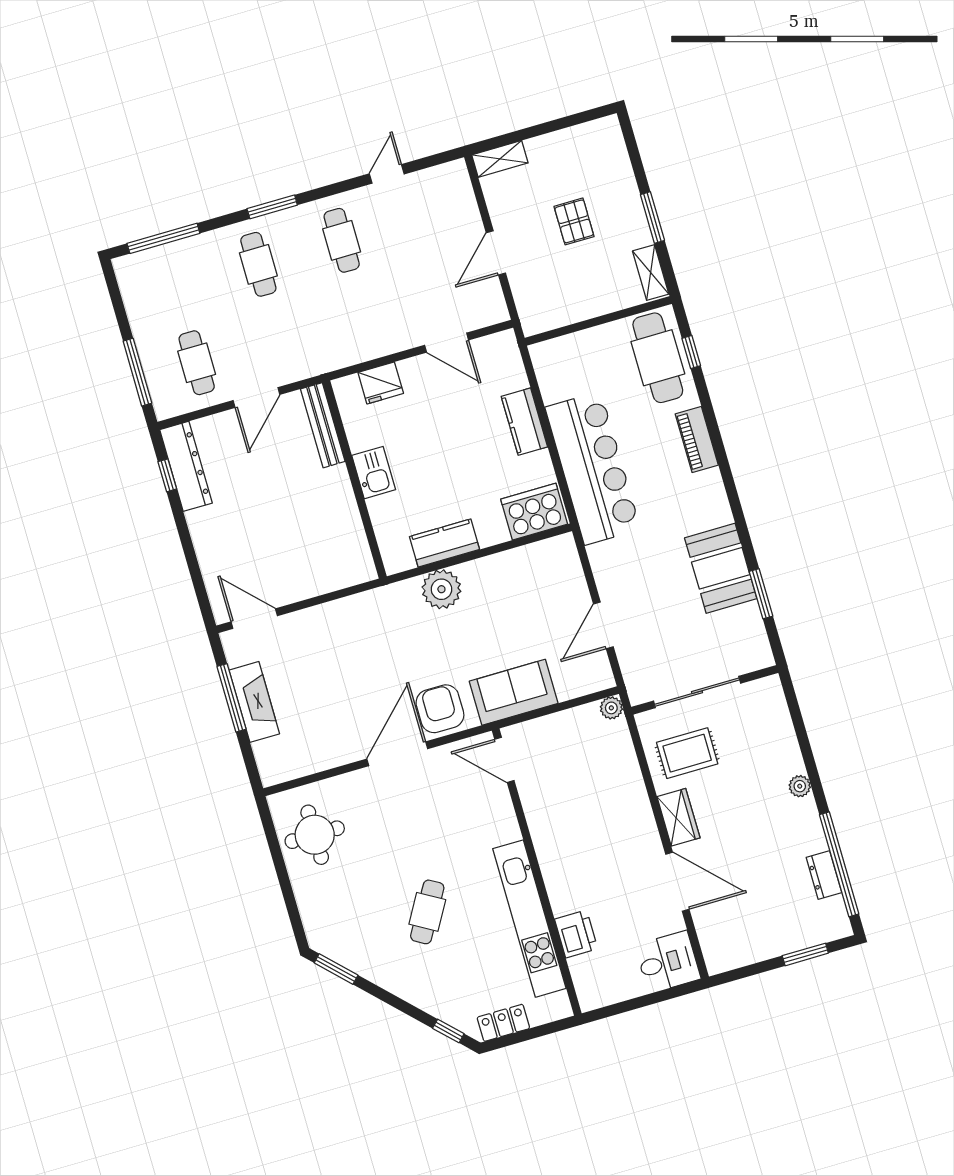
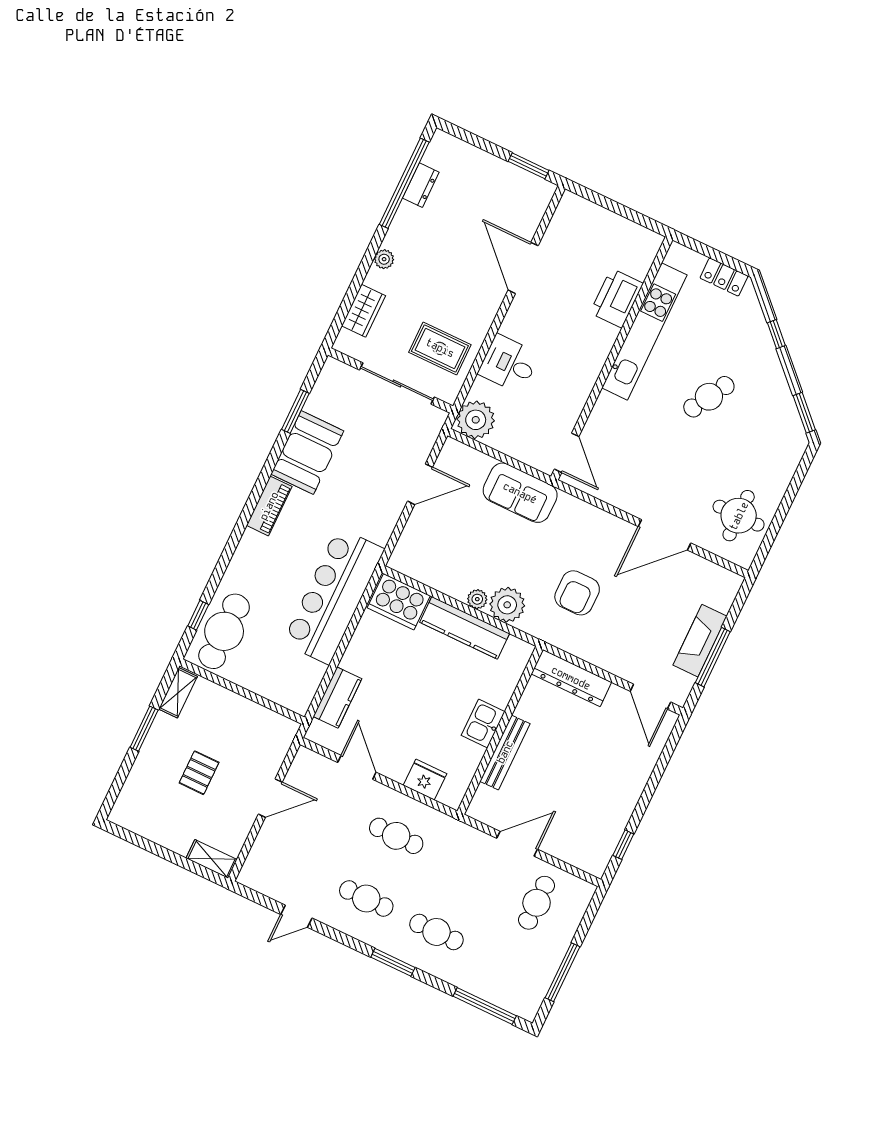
cafe table: (342, 240) -> (366, 898), turned 90
cafe table: (258, 264) -> (436, 932), turned 90
cafe table: (363, 315) -> (396, 836), added
window: (137, 372) -> (562, 972), moved
kitchen counter: (524, 422) -> (337, 698), moved
bench: (323, 425) -> (505, 752), moved
piano: (697, 439) -> (269, 506), moved
dresser: (186, 466) -> (571, 678), moved, turned -90
kitchen counter: (444, 543) -> (465, 628), width x1.50
plant: (471, 572) -> (477, 599), added
plant: (611, 708) -> (476, 420), width x1.87, depth x1.87
armchair: (440, 709) -> (577, 593), moved
door: (397, 754) -> (665, 535), moved
wardrobe: (678, 817) -> (364, 311), moved, turned 180
printer: (576, 934) -> (617, 298), width x1.37, depth x1.19
window: (805, 954) -> (529, 166), moved
desk: (668, 962) -> (509, 364), moved
window: (448, 1031) -> (776, 334), moved

